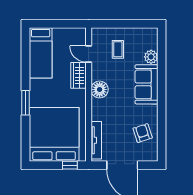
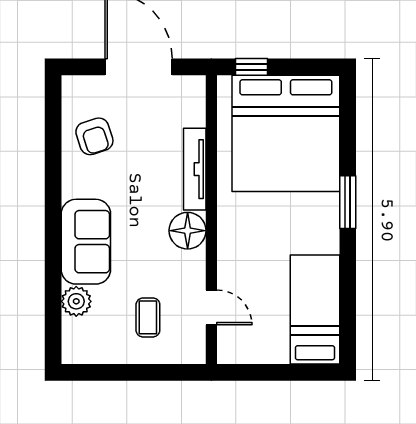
wardrobe: (79, 75) -> (233, 261), removed
tv unit: (96, 140) -> (195, 169), moved

